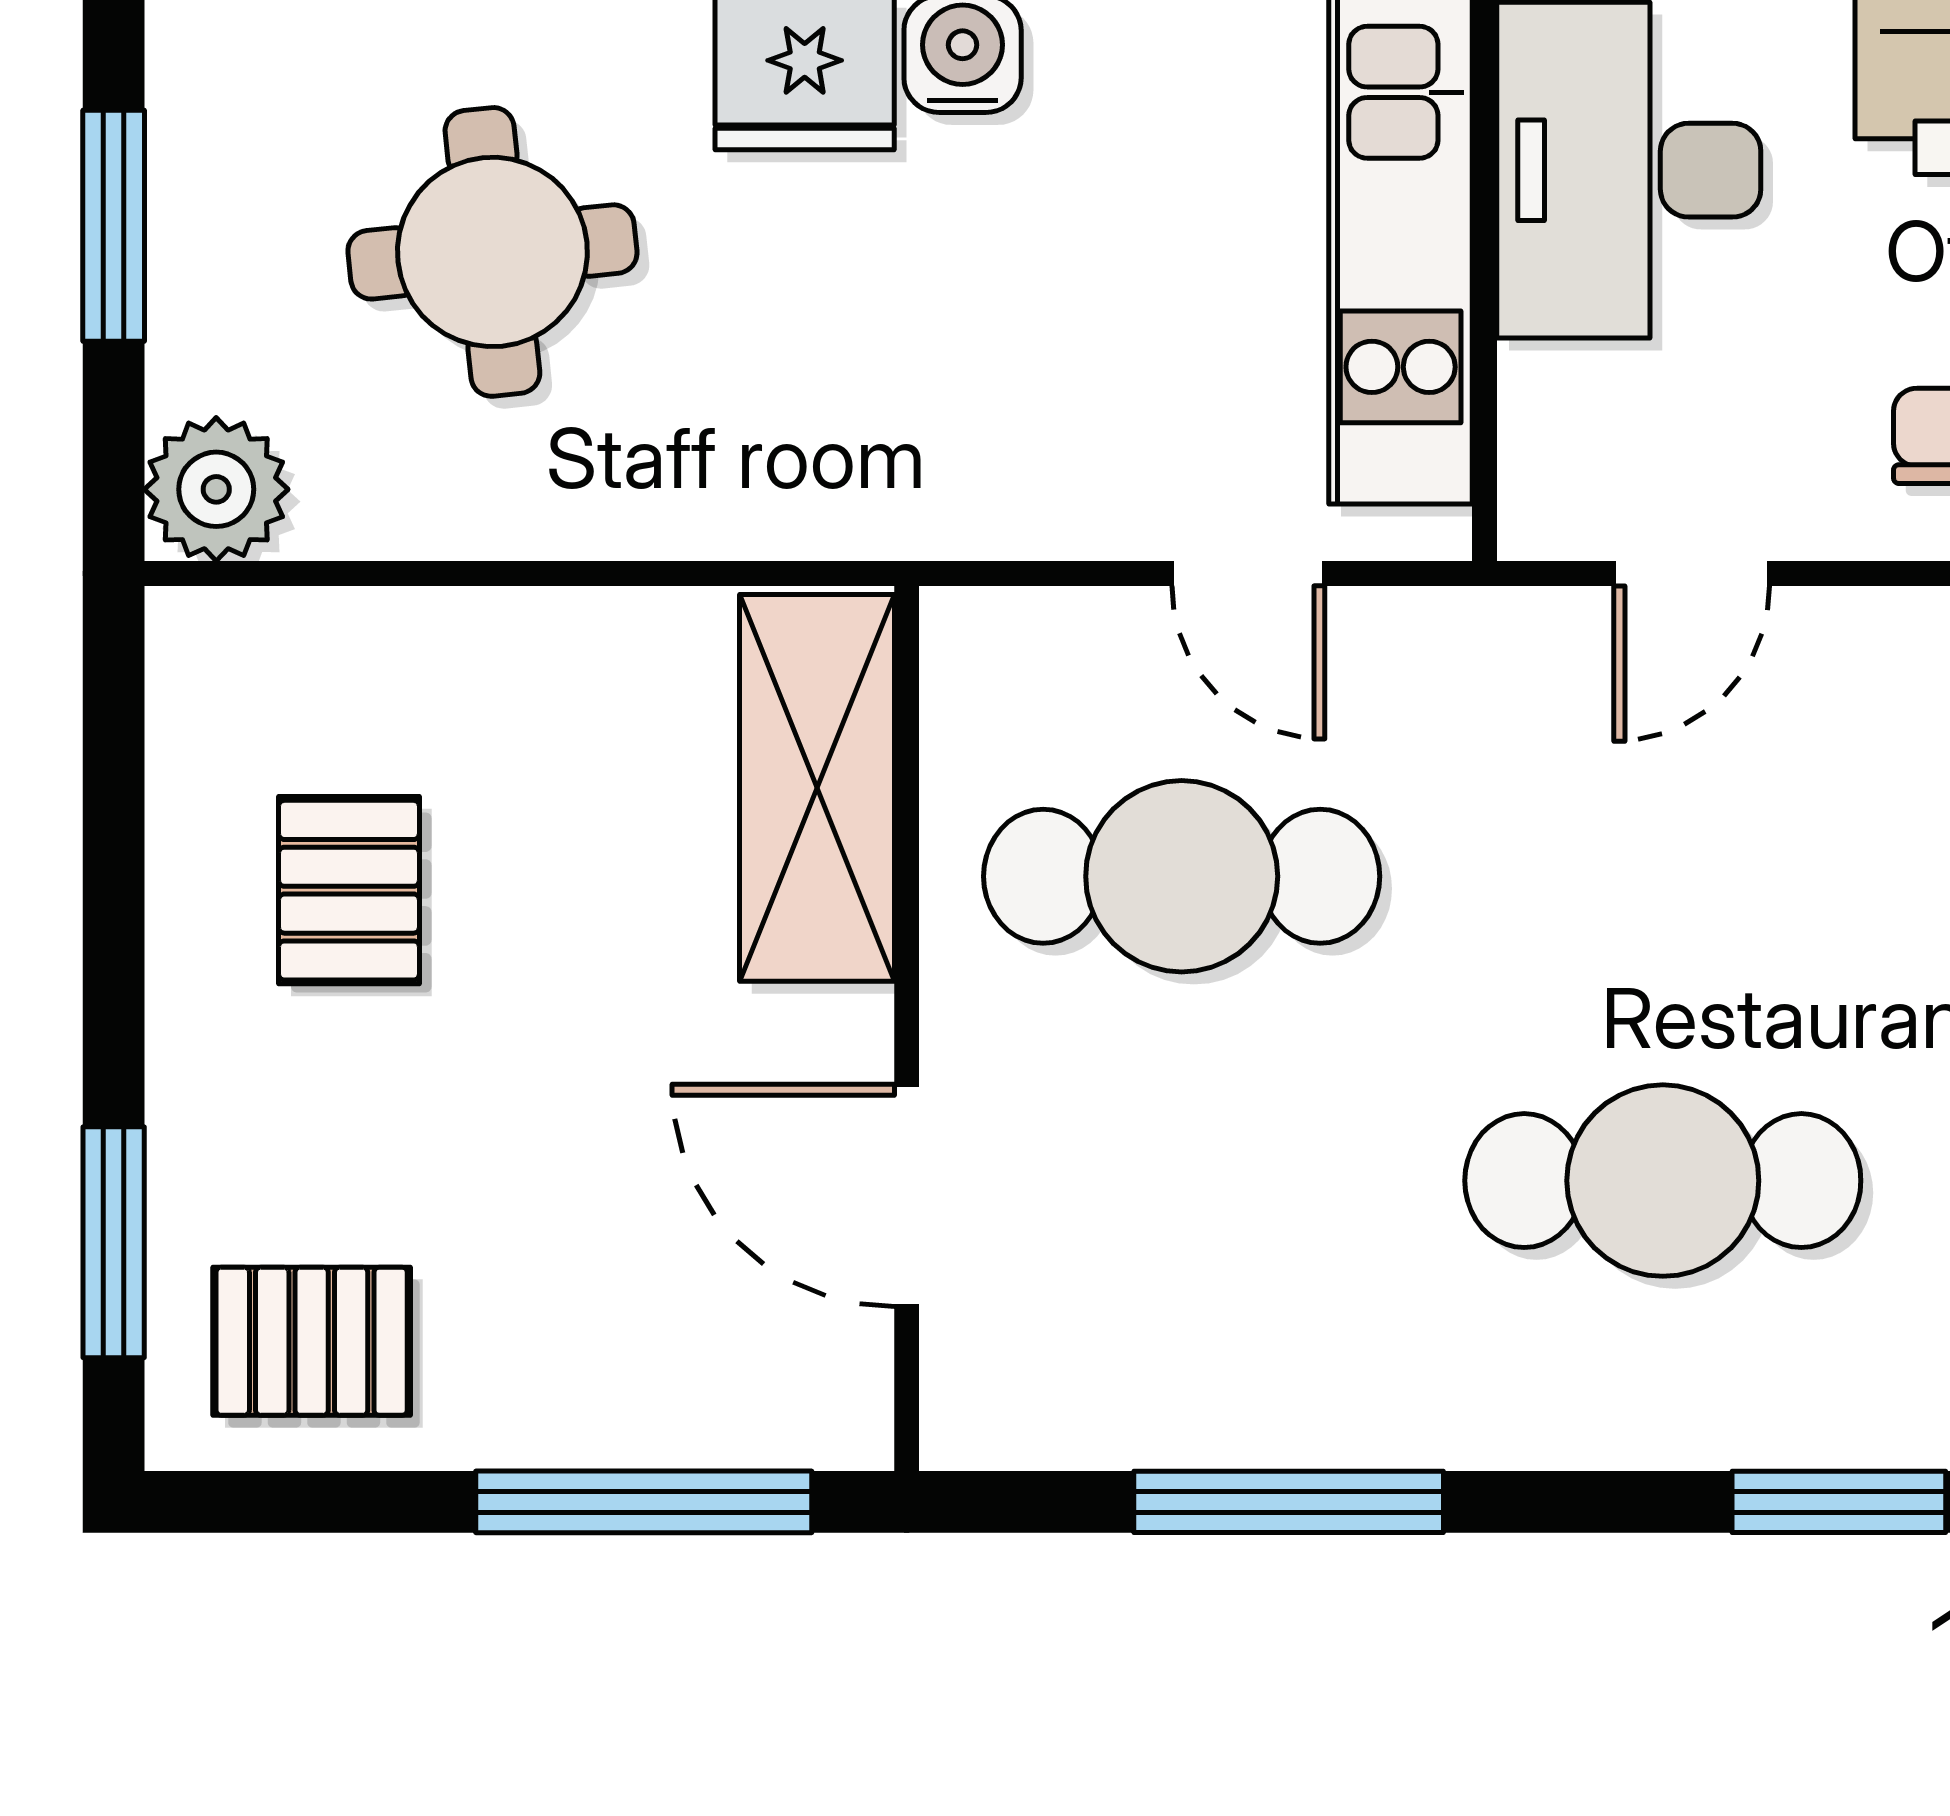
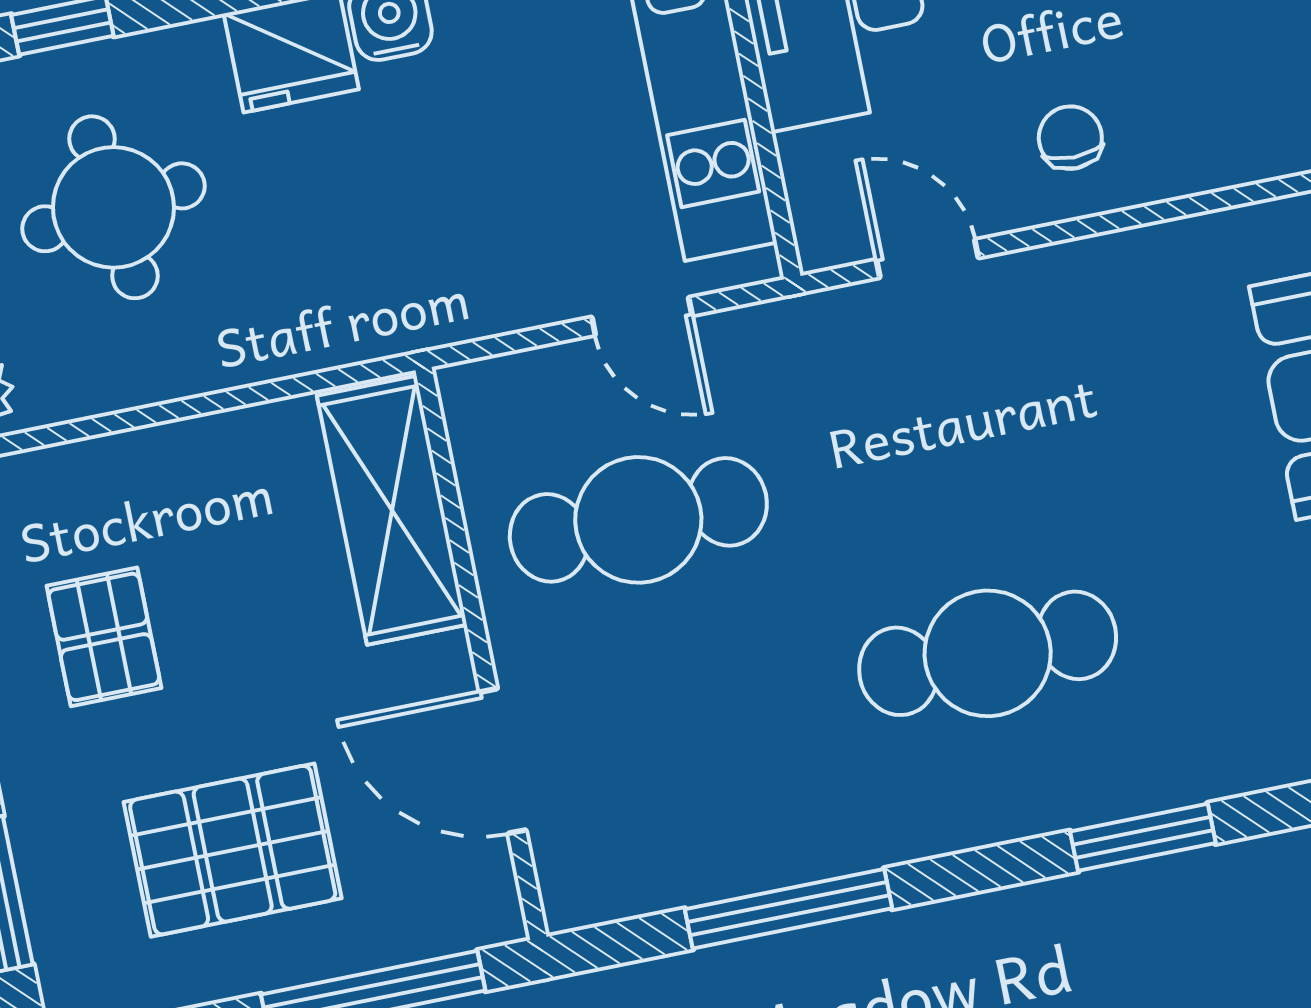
door: (1692, 573) -> (927, 259), swing flipped
pallet: (312, 1341) -> (233, 850), moved, width x1.50, depth x1.42

